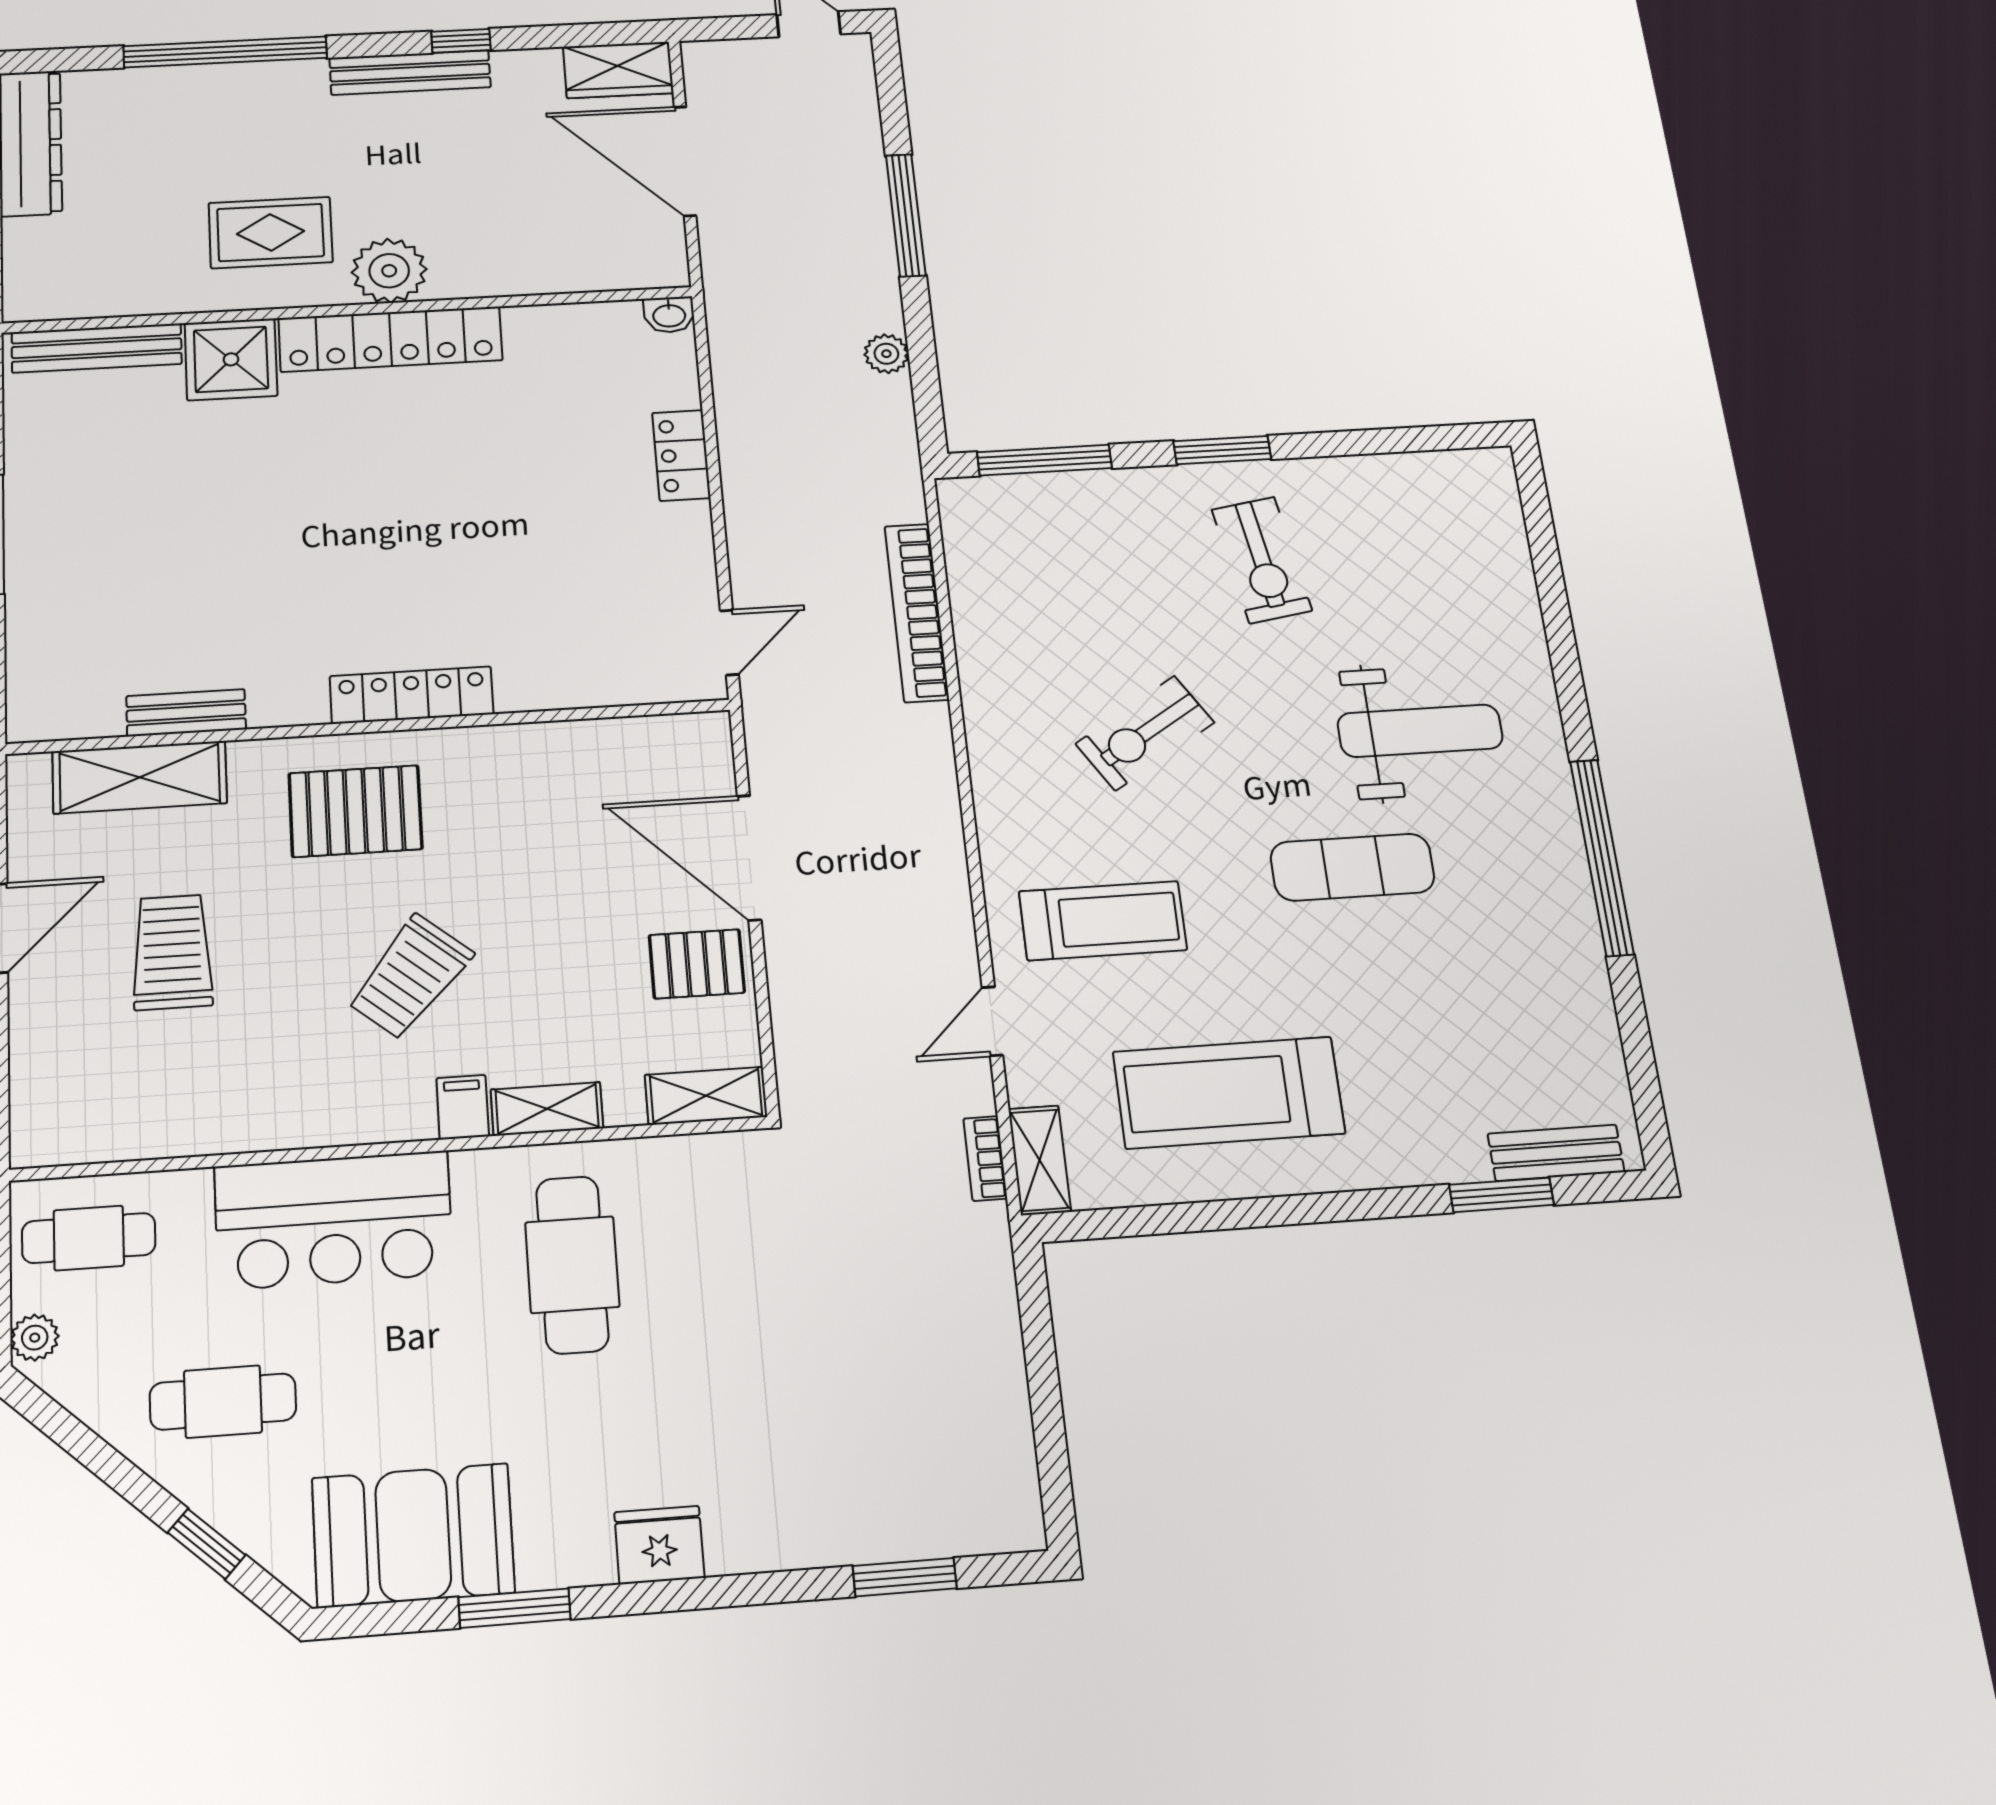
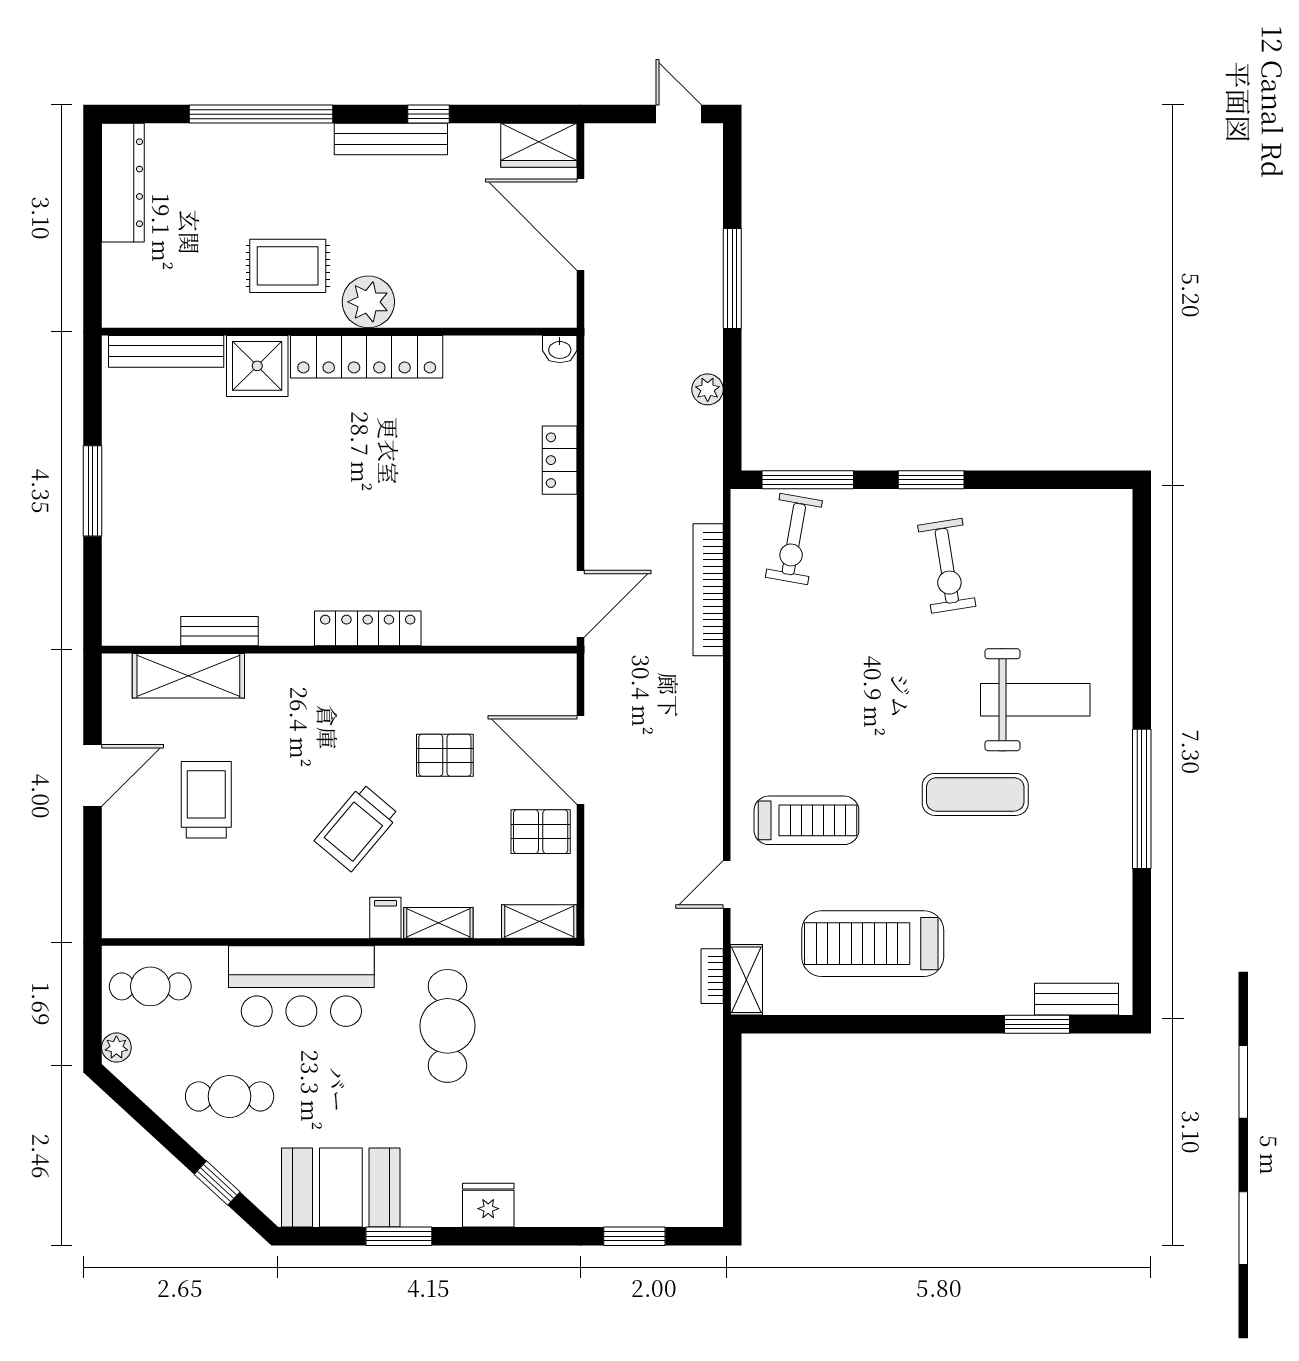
door: (729, 643) -> (581, 604), width x1.38
exercise bike: (1145, 733) -> (794, 539), moved, turned -48
pallet: (355, 811) -> (445, 755), moved, width x0.67, depth x0.71

